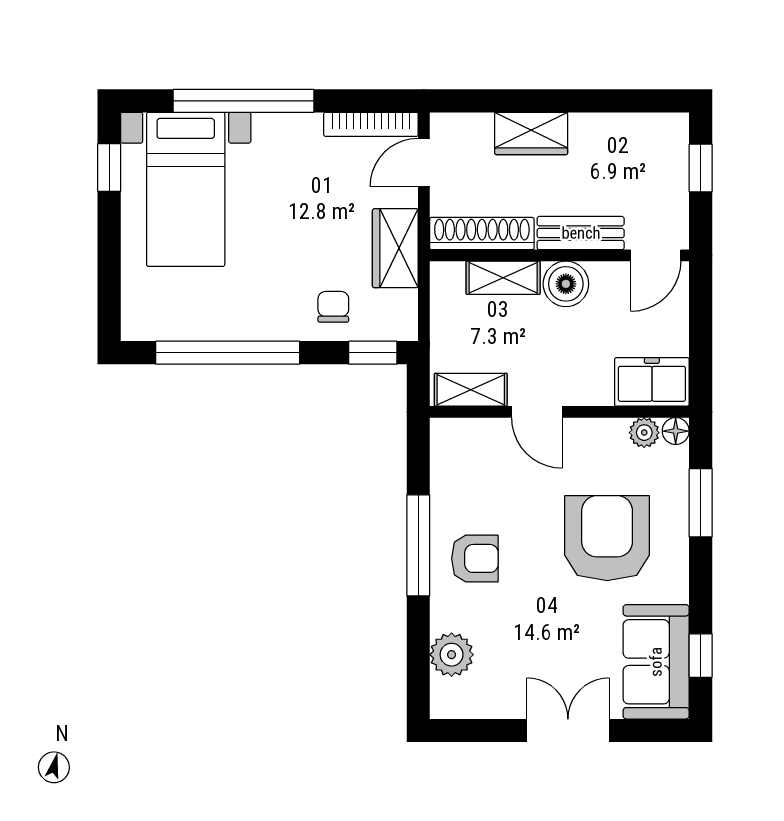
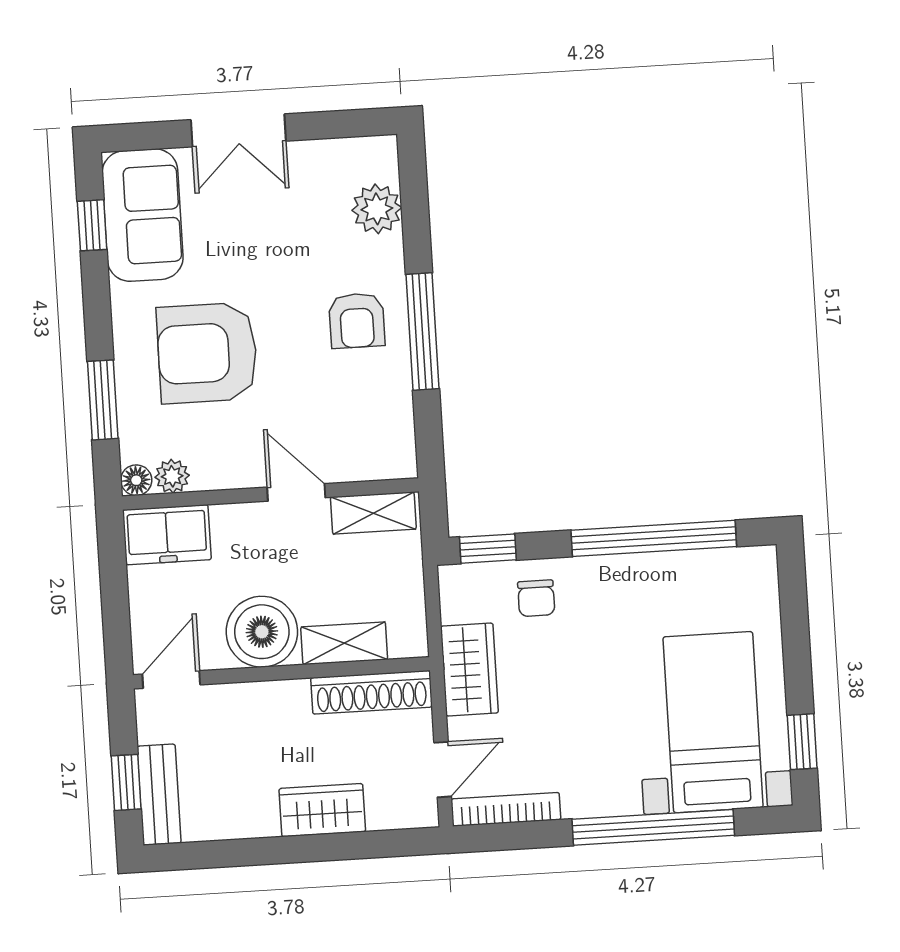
bench: (581, 233) -> (159, 795), moved, turned 90
boiler: (566, 284) -> (262, 632), width x1.37, depth x1.37
armchair: (607, 538) -> (207, 353), turned 90
armchair: (475, 558) -> (357, 320), turned -90

